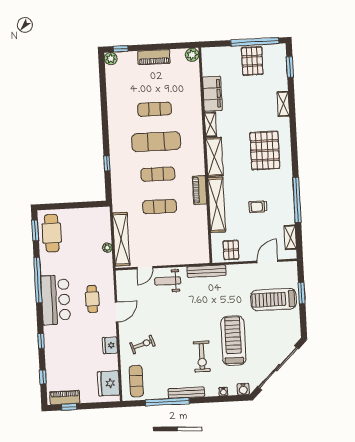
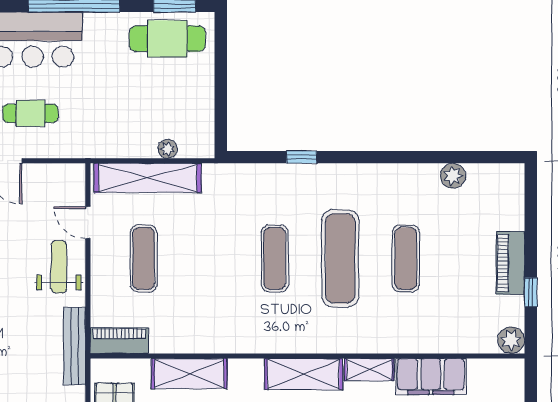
window: (121, 49) -> (531, 292), moved
plant: (111, 59) -> (453, 176), moved
piano: (200, 190) -> (119, 341), moved
shelving: (217, 205) -> (189, 374), width x0.68
exercise mat: (160, 207) -> (144, 258), moved
plant: (107, 248) -> (168, 149), moved

